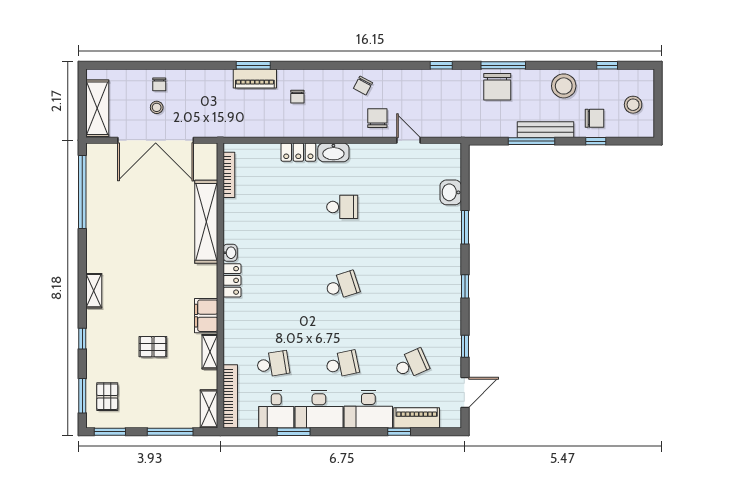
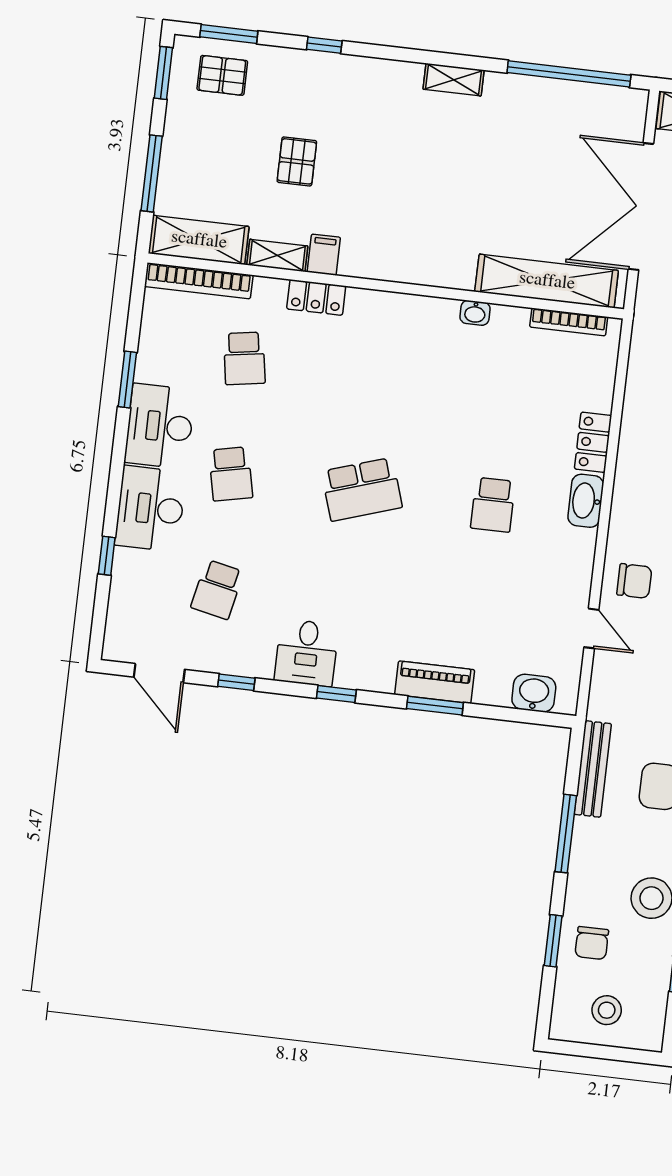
bench: (545, 130) -> (593, 769), moved
door: (408, 140) -> (591, 628), hinge flipped
window: (596, 141) -> (553, 941), width x1.50
washbasin: (451, 192) -> (534, 693), moved
shelving: (206, 222) -> (547, 281), moved
washbasin: (230, 253) -> (475, 313), moved
locker: (232, 280) -> (316, 297), moved
school desk: (342, 286) -> (362, 489), width x1.85
shelving: (94, 291) -> (454, 80), moved
filing cabinet: (206, 316) -> (324, 255), width x0.50
school desk: (411, 364) -> (217, 589), turned 36
shelving: (209, 409) -> (199, 240), width x1.50, depth x1.33
desk: (276, 409) -> (306, 653), moved, turned -90
piano: (417, 418) -> (435, 682), moved, turned -90

